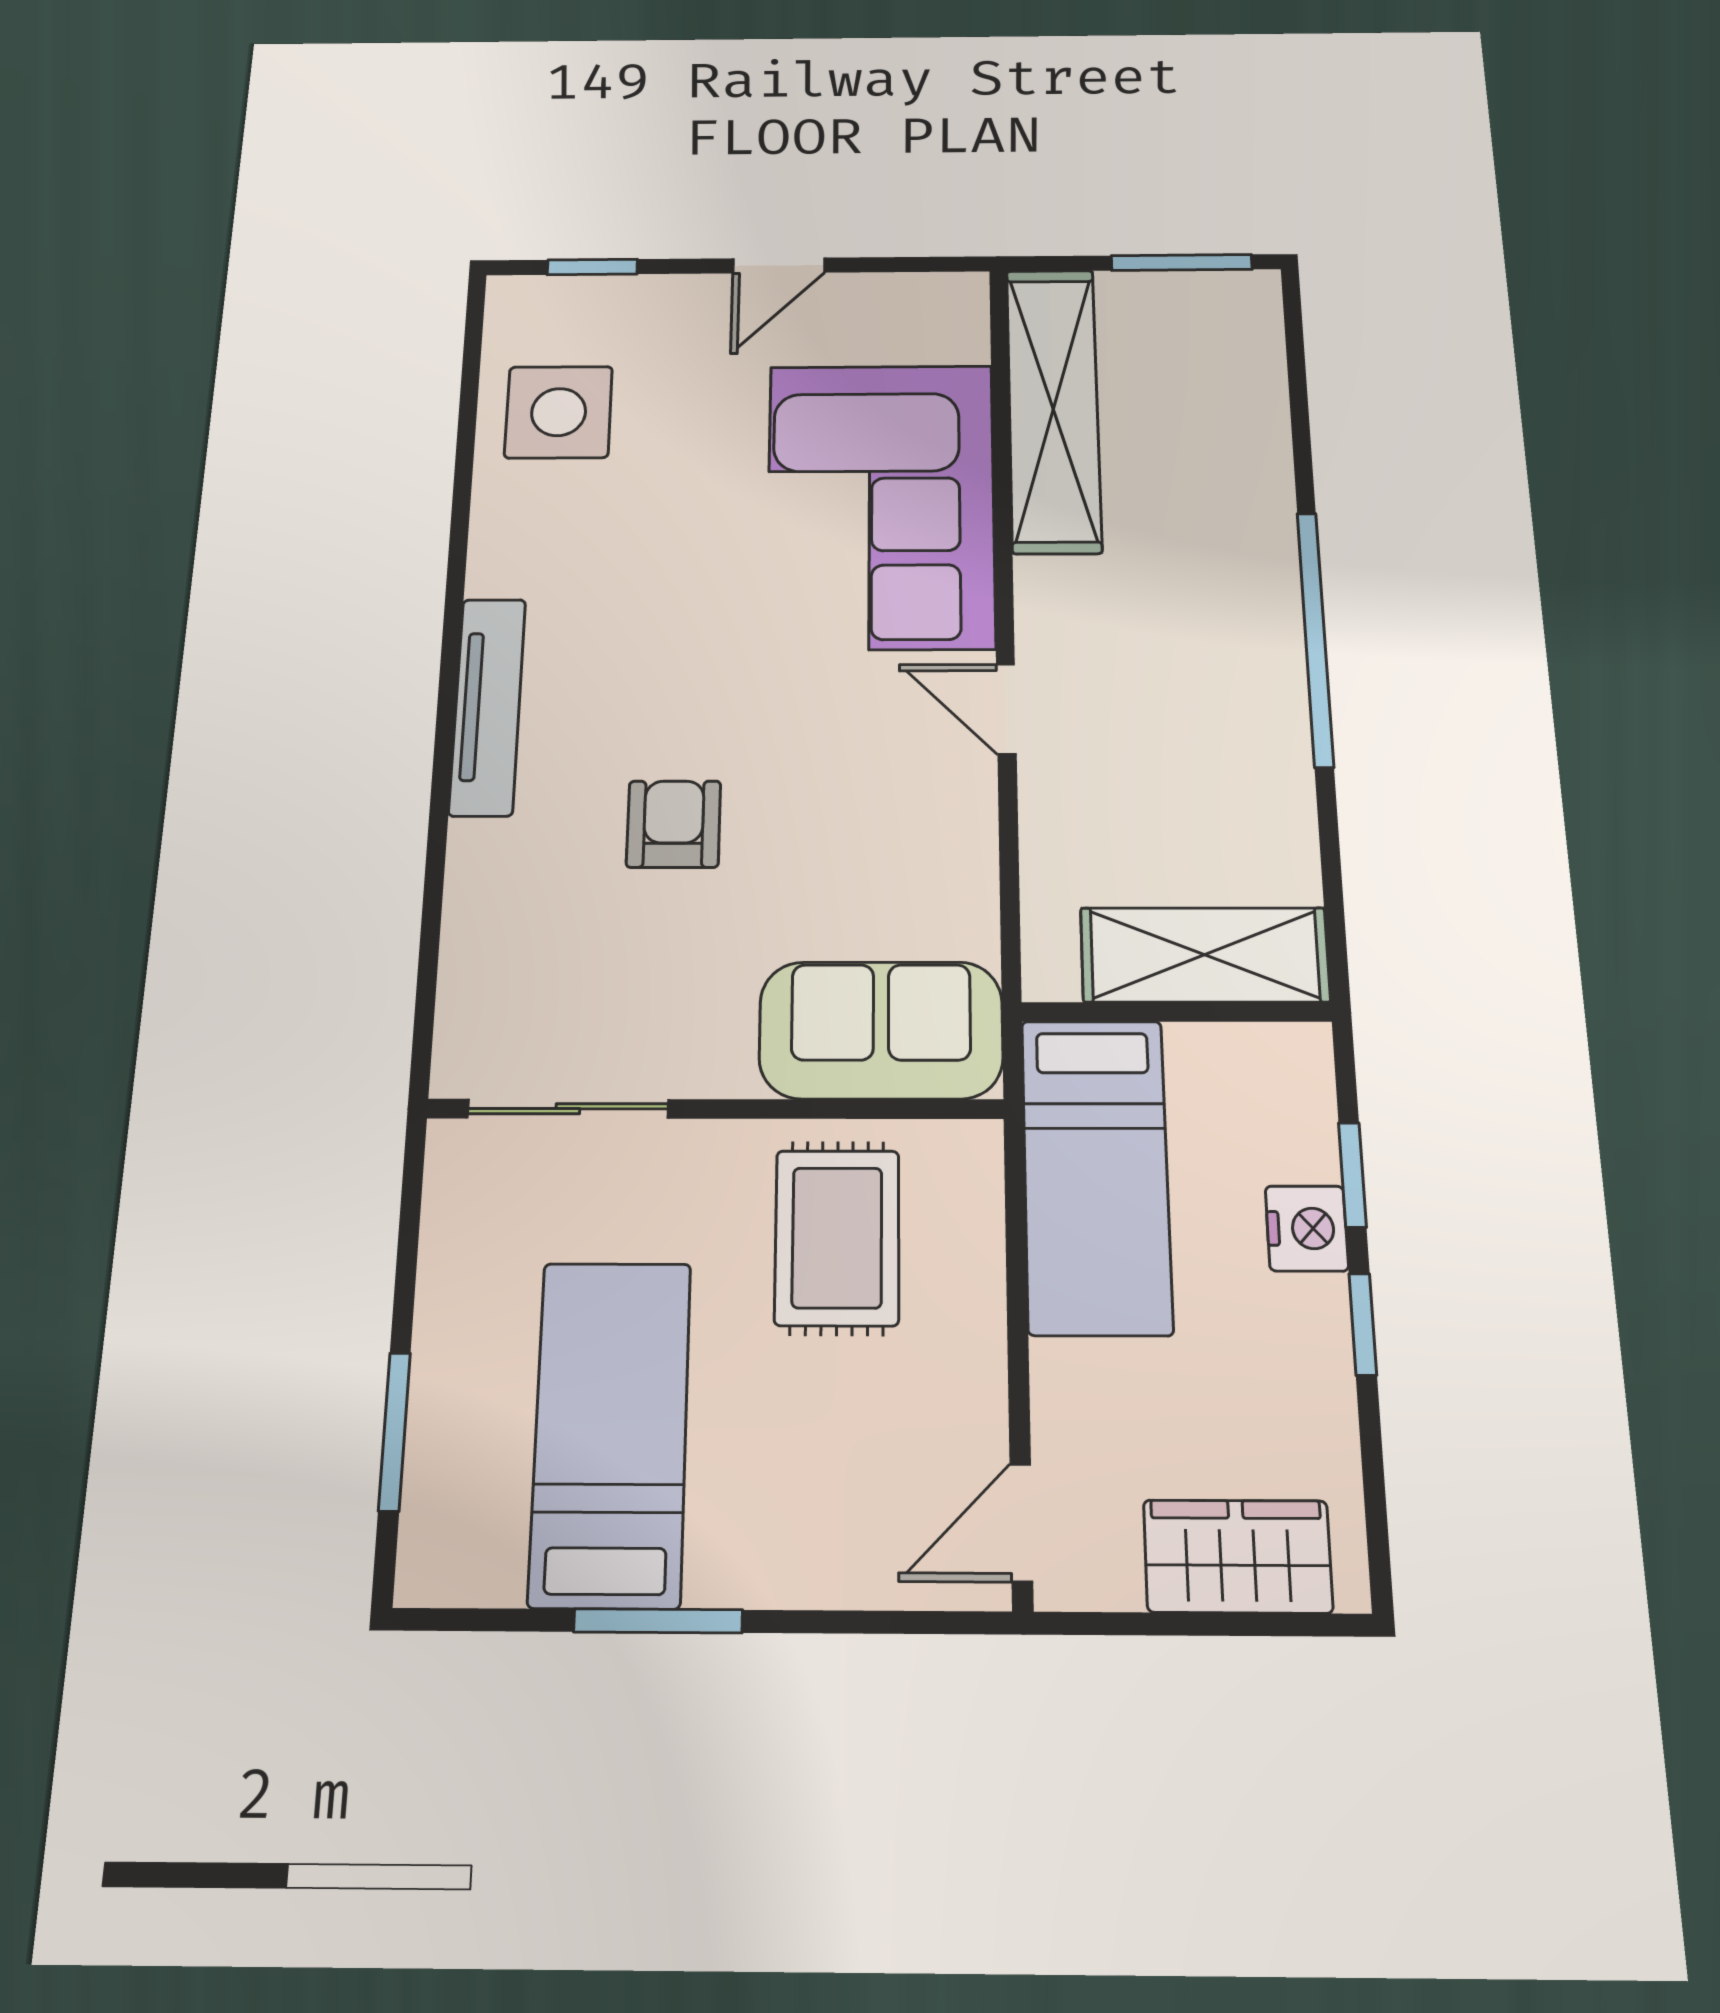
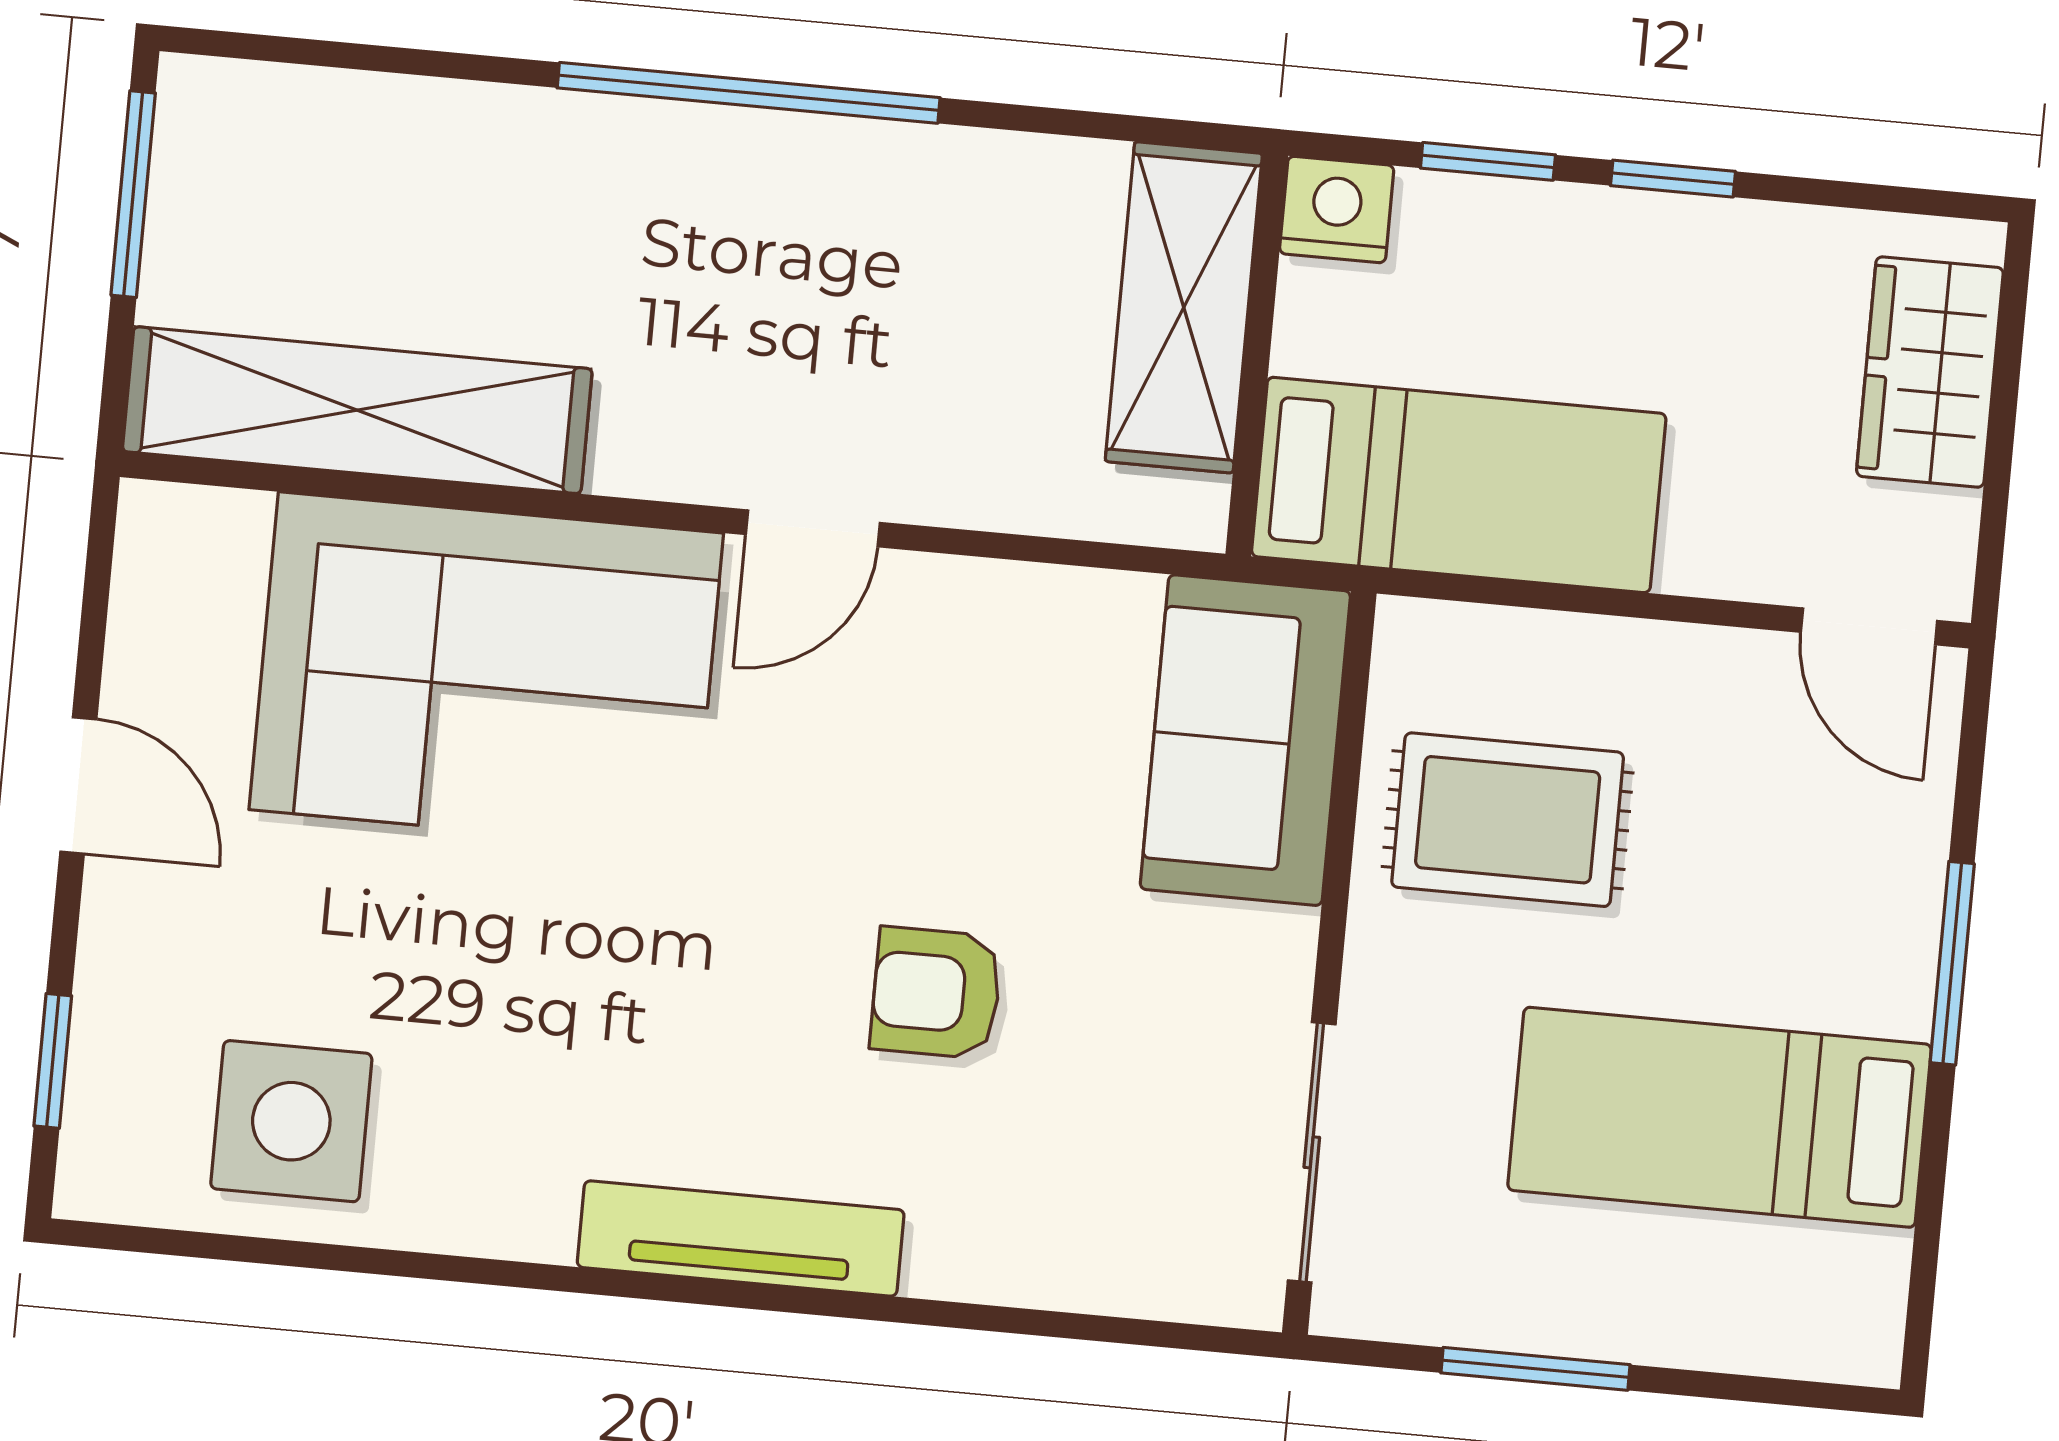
nightstand: (1307, 1228) -> (1337, 210), moved
window: (394, 1431) -> (1535, 1369), moved
window: (658, 1621) -> (1952, 963), moved

